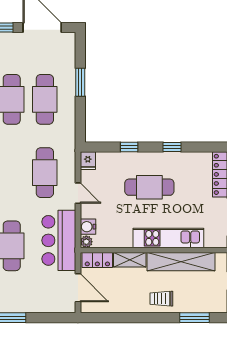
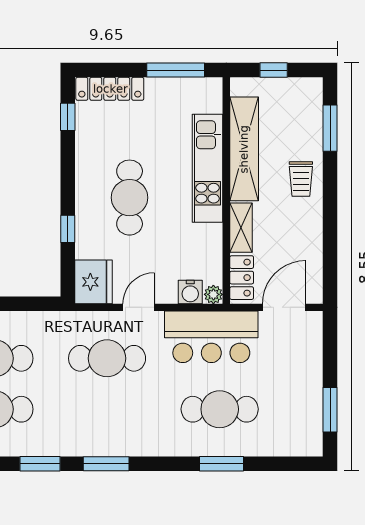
window: (172, 147) -> (68, 117), moved
fridge: (88, 161) -> (93, 282), width x1.88, depth x1.34

